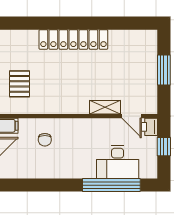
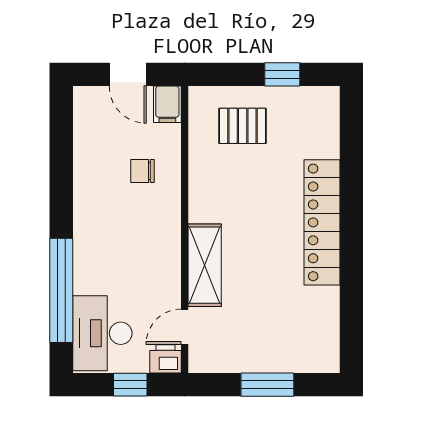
shelving: (105, 107) -> (205, 265), width x1.50, depth x1.33
desk: (118, 162) -> (102, 333), moved

